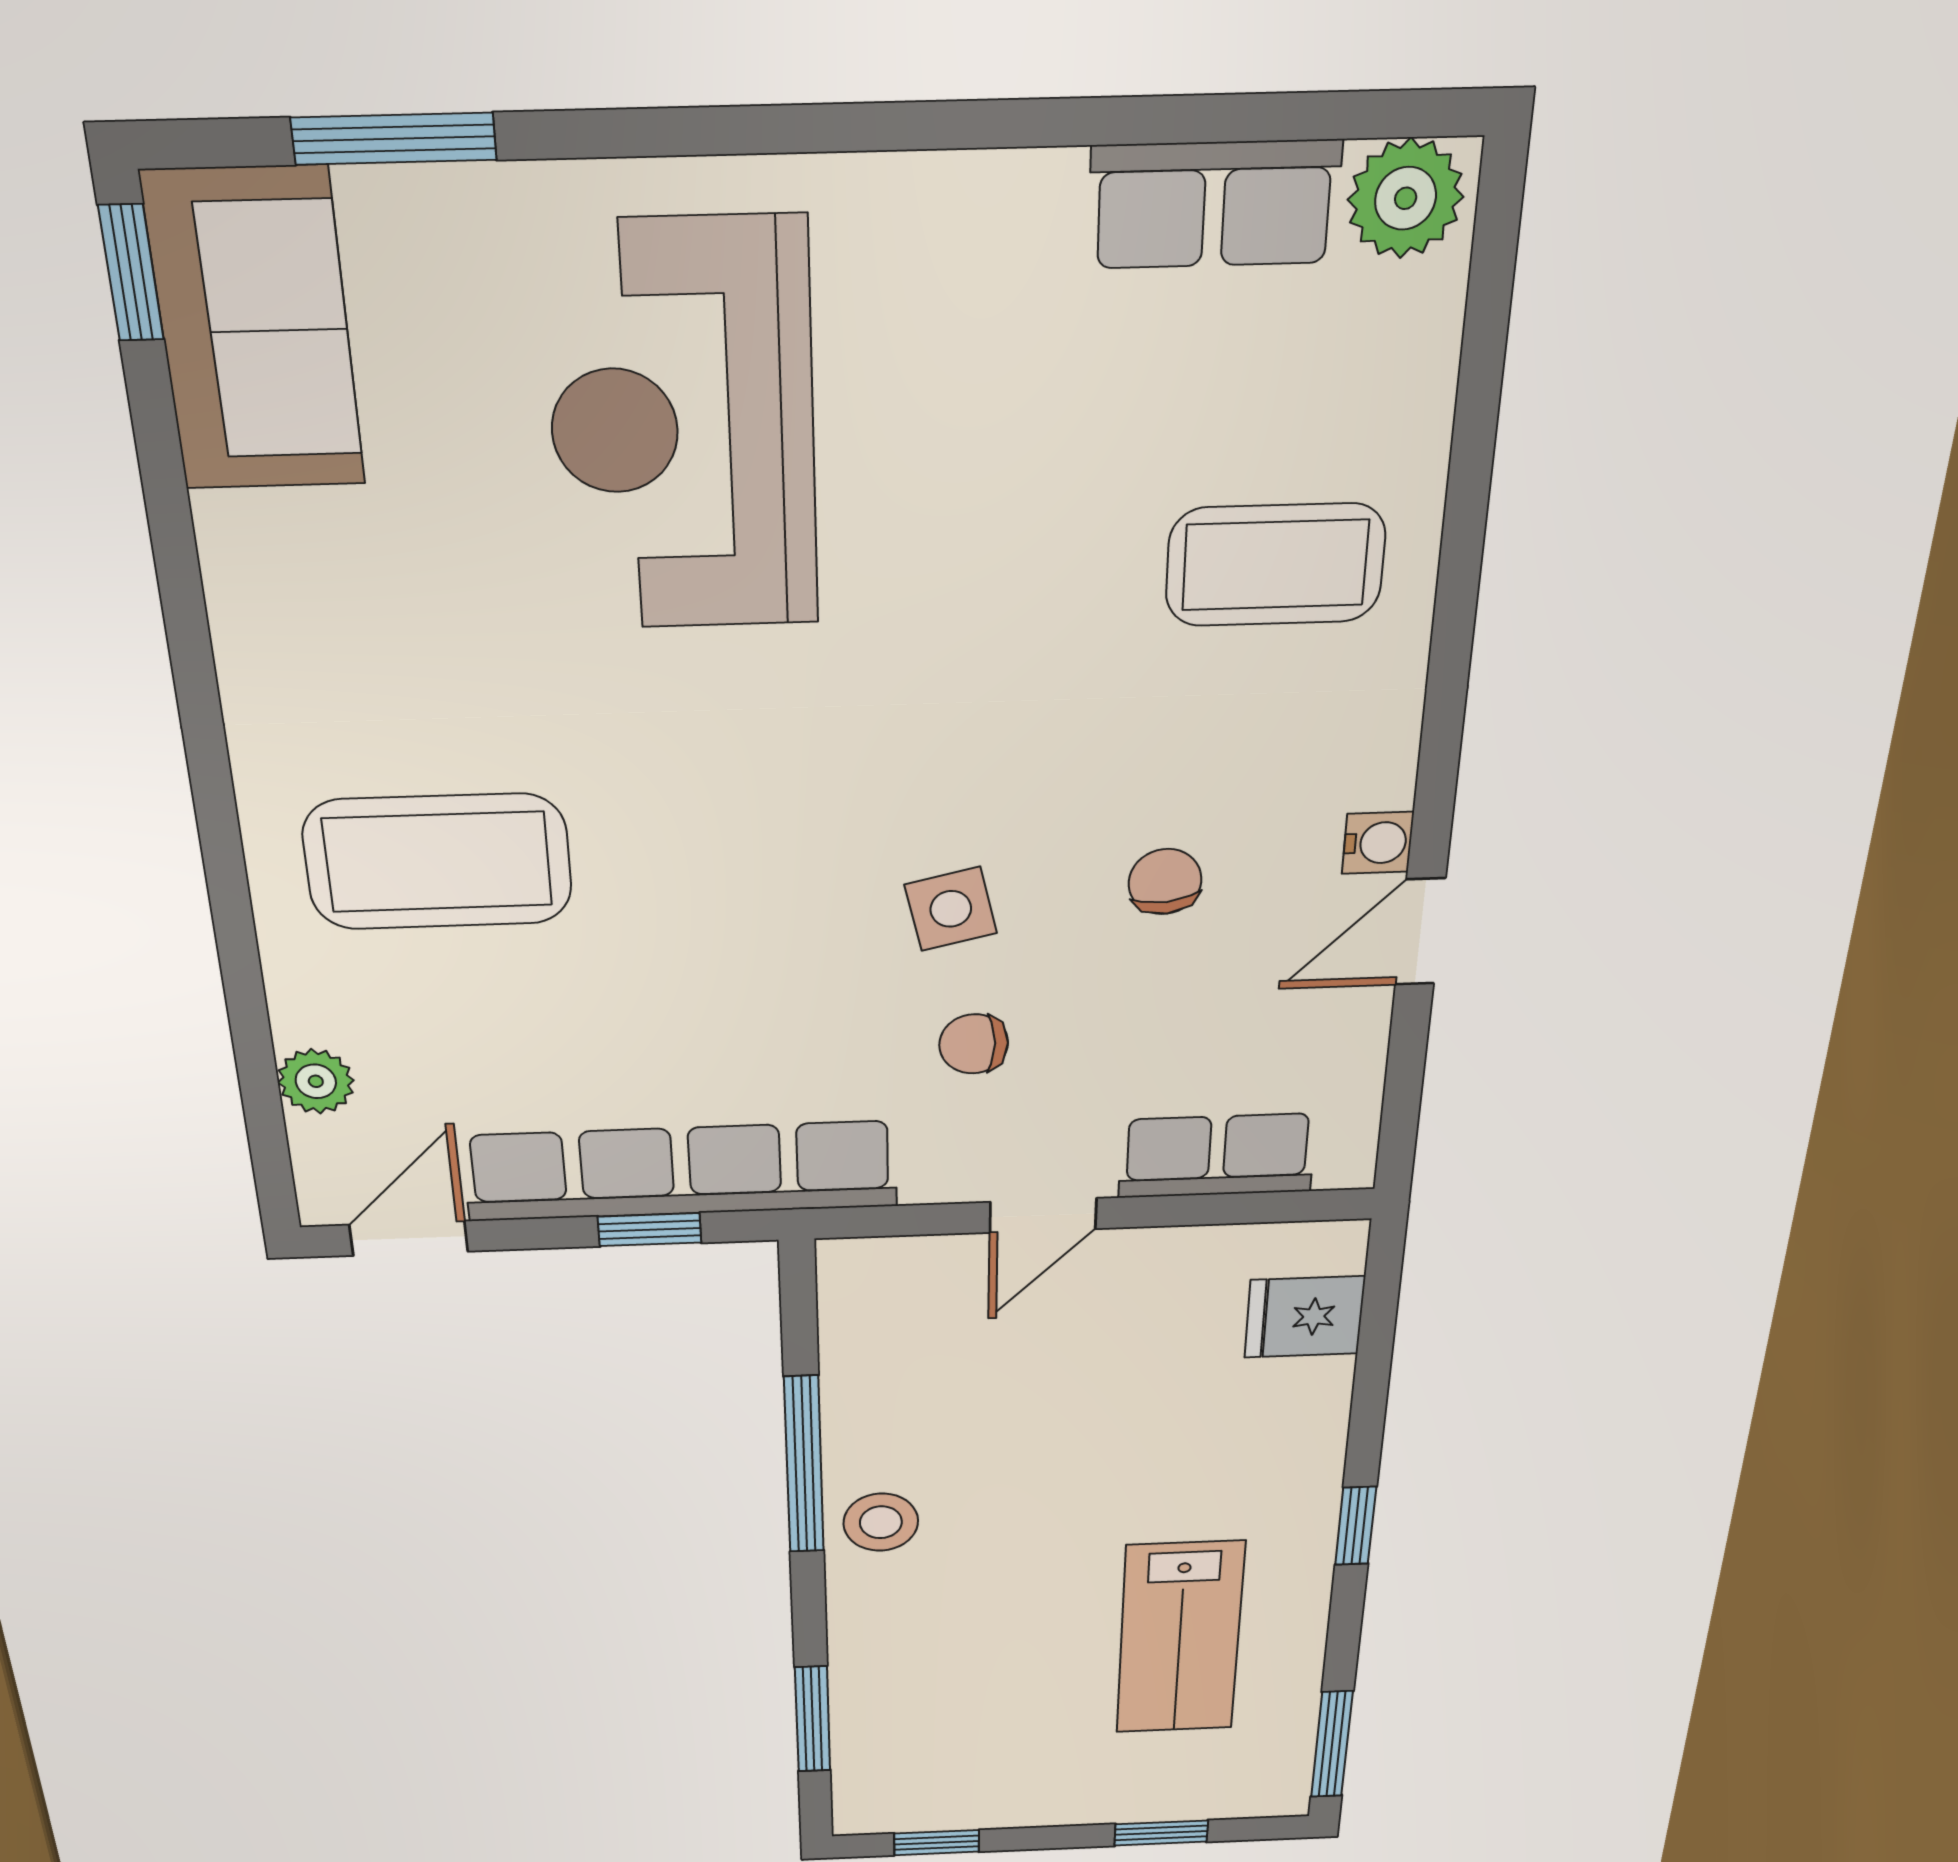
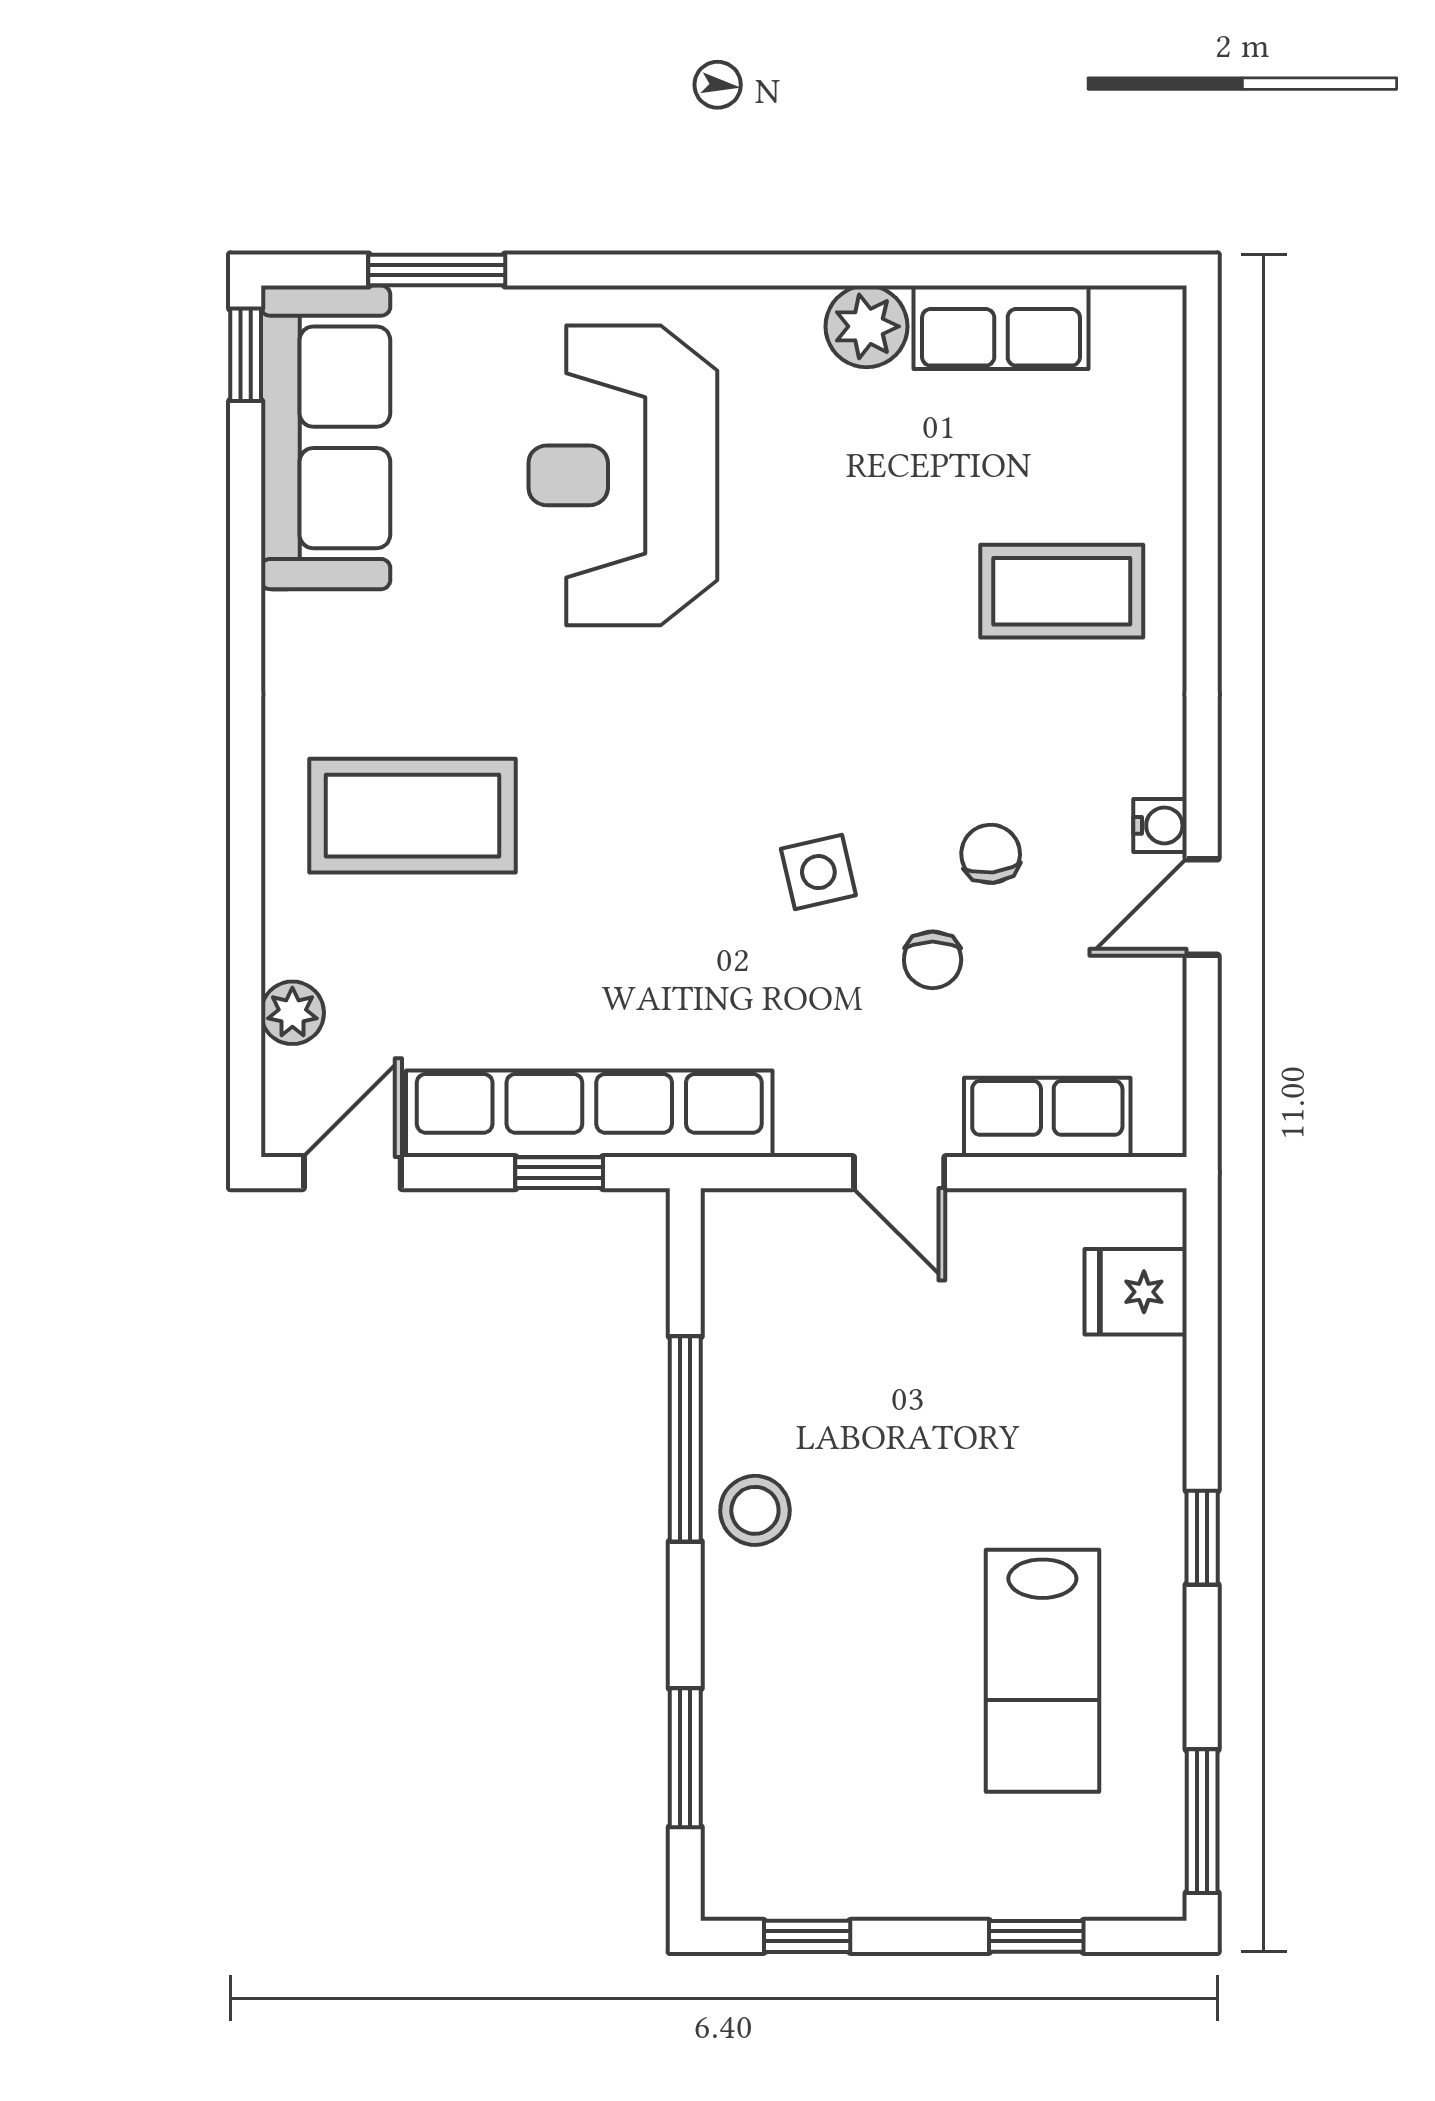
plant: (1406, 198) -> (866, 326), moved
sofa: (255, 331) -> (326, 437), width x1.36
chair: (974, 1044) -> (933, 960), moved, turned -90
door: (1043, 1215) -> (899, 1173), hinge flipped

